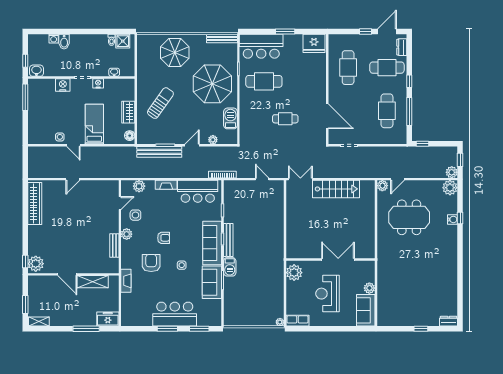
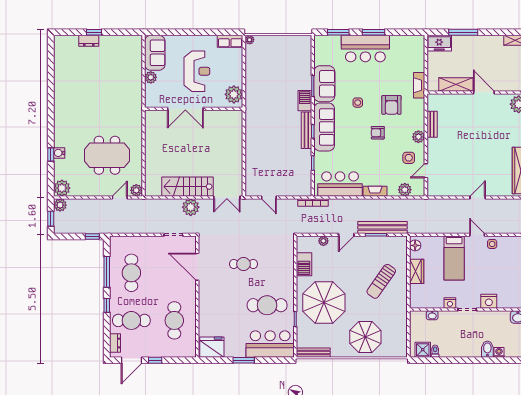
plant: (333, 170) -> (191, 207), added
dresser: (449, 321) -> (89, 41), moved

